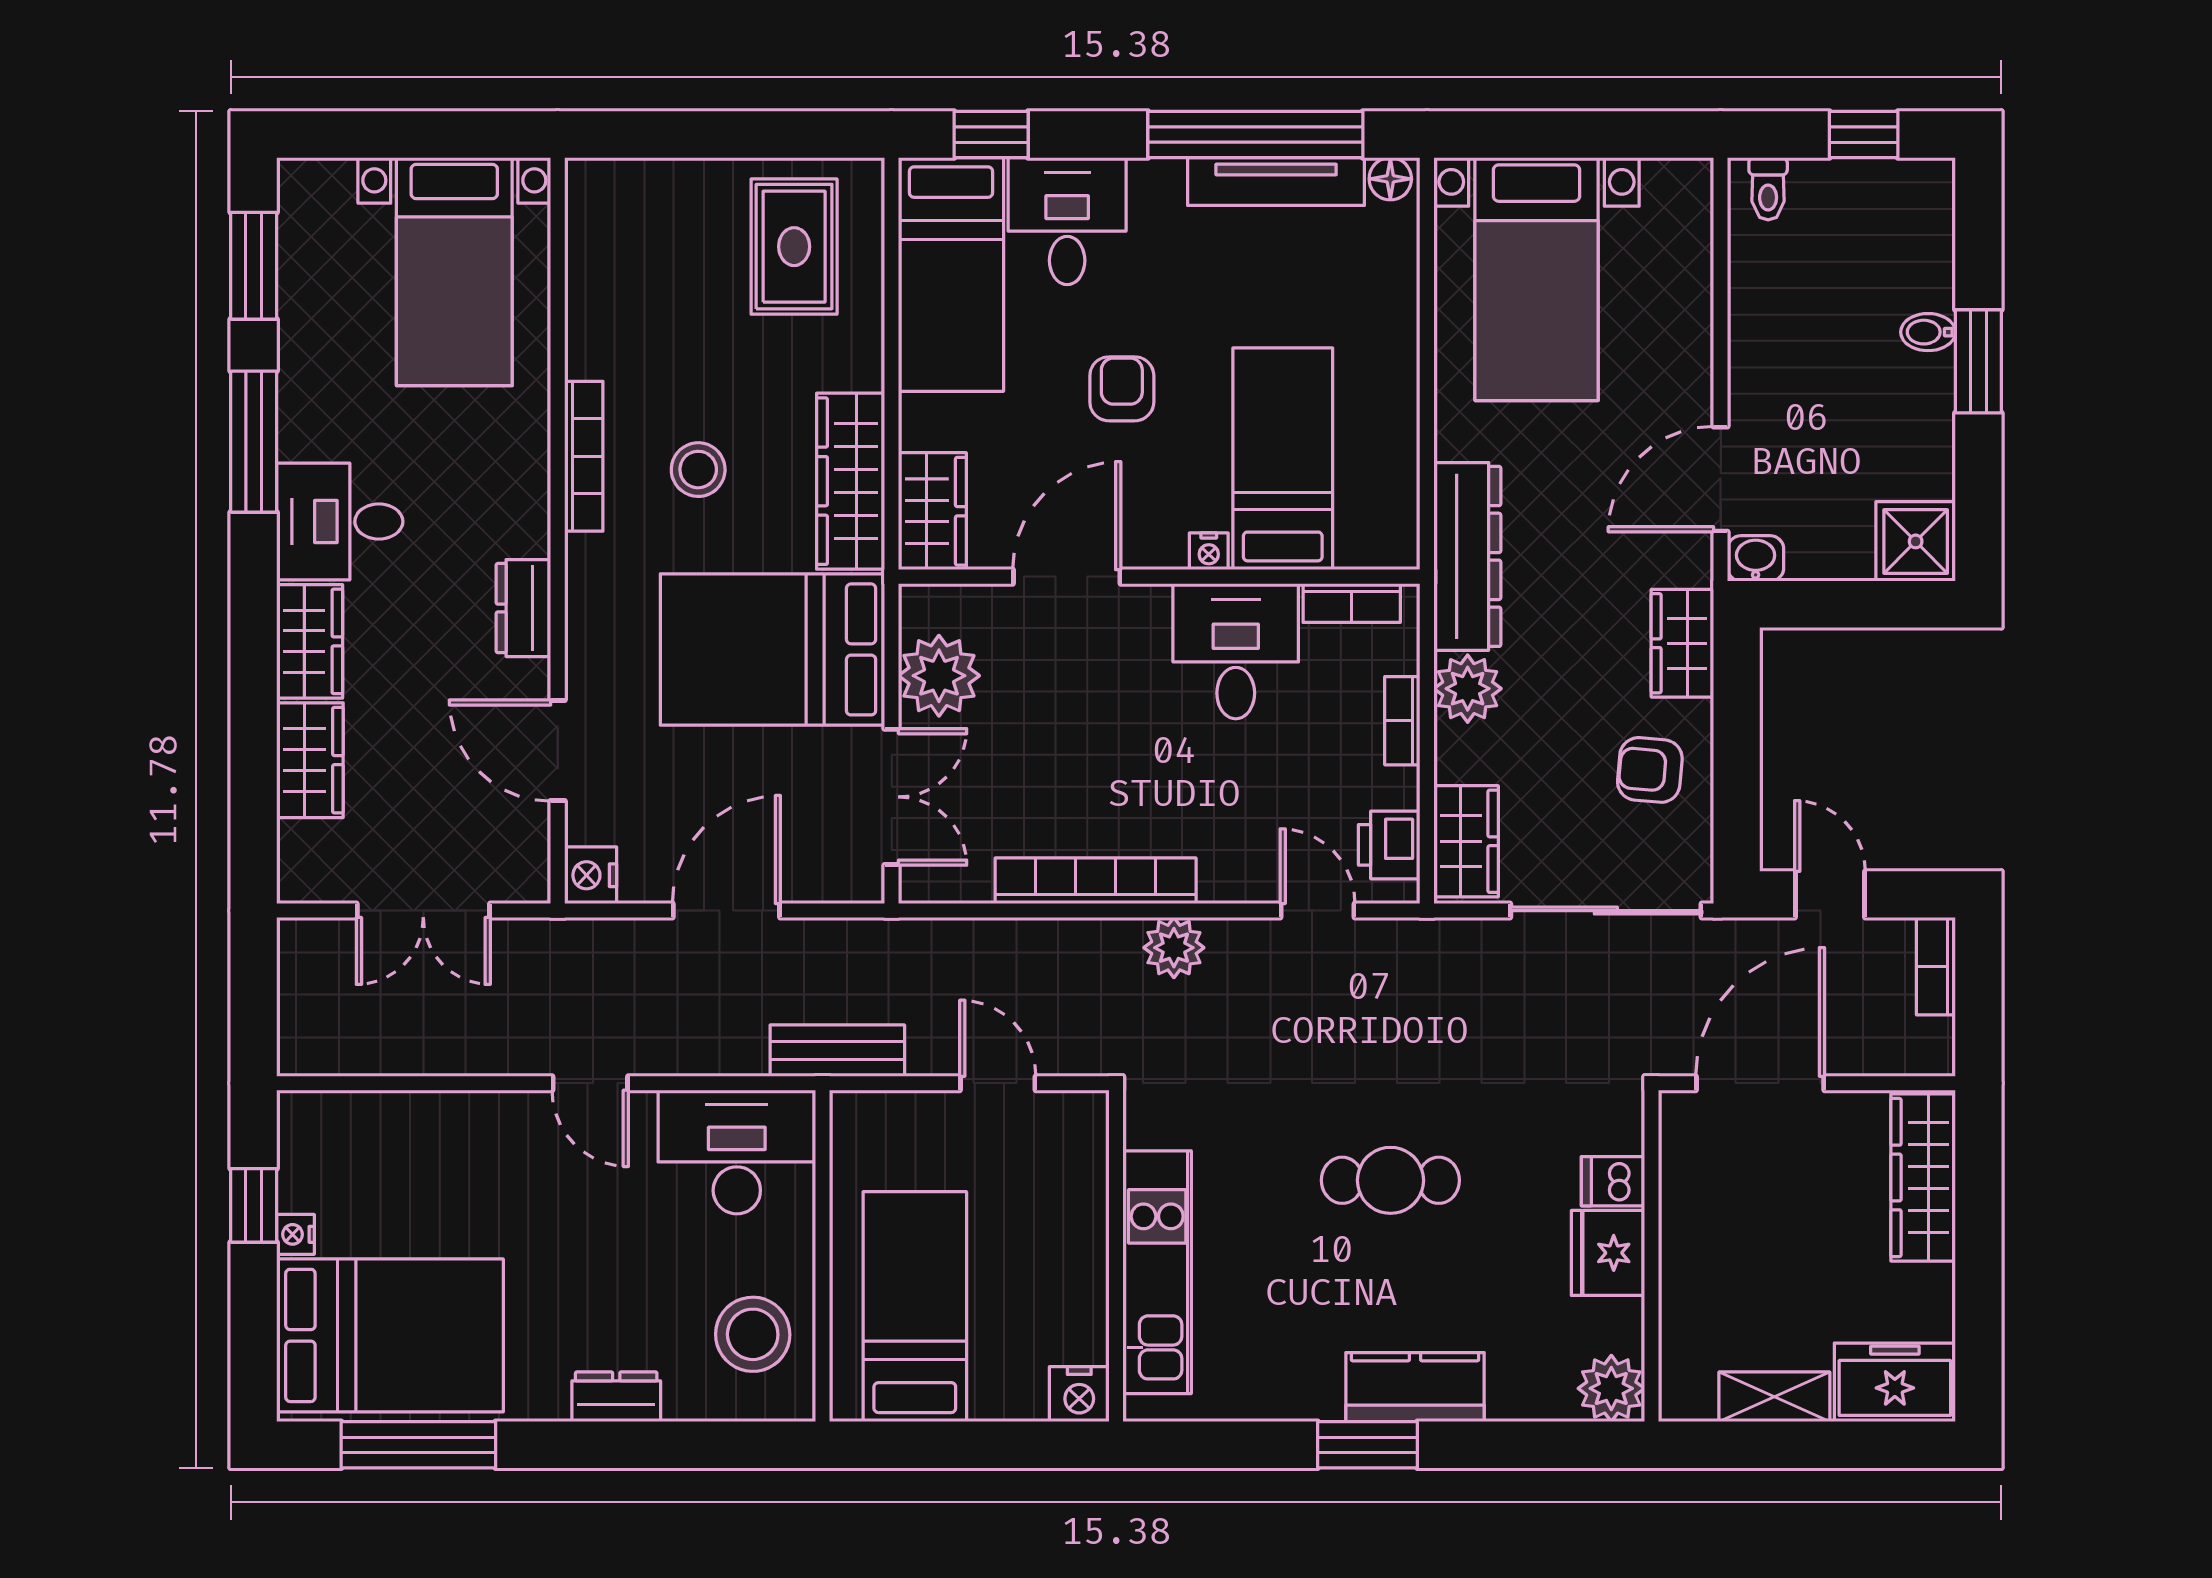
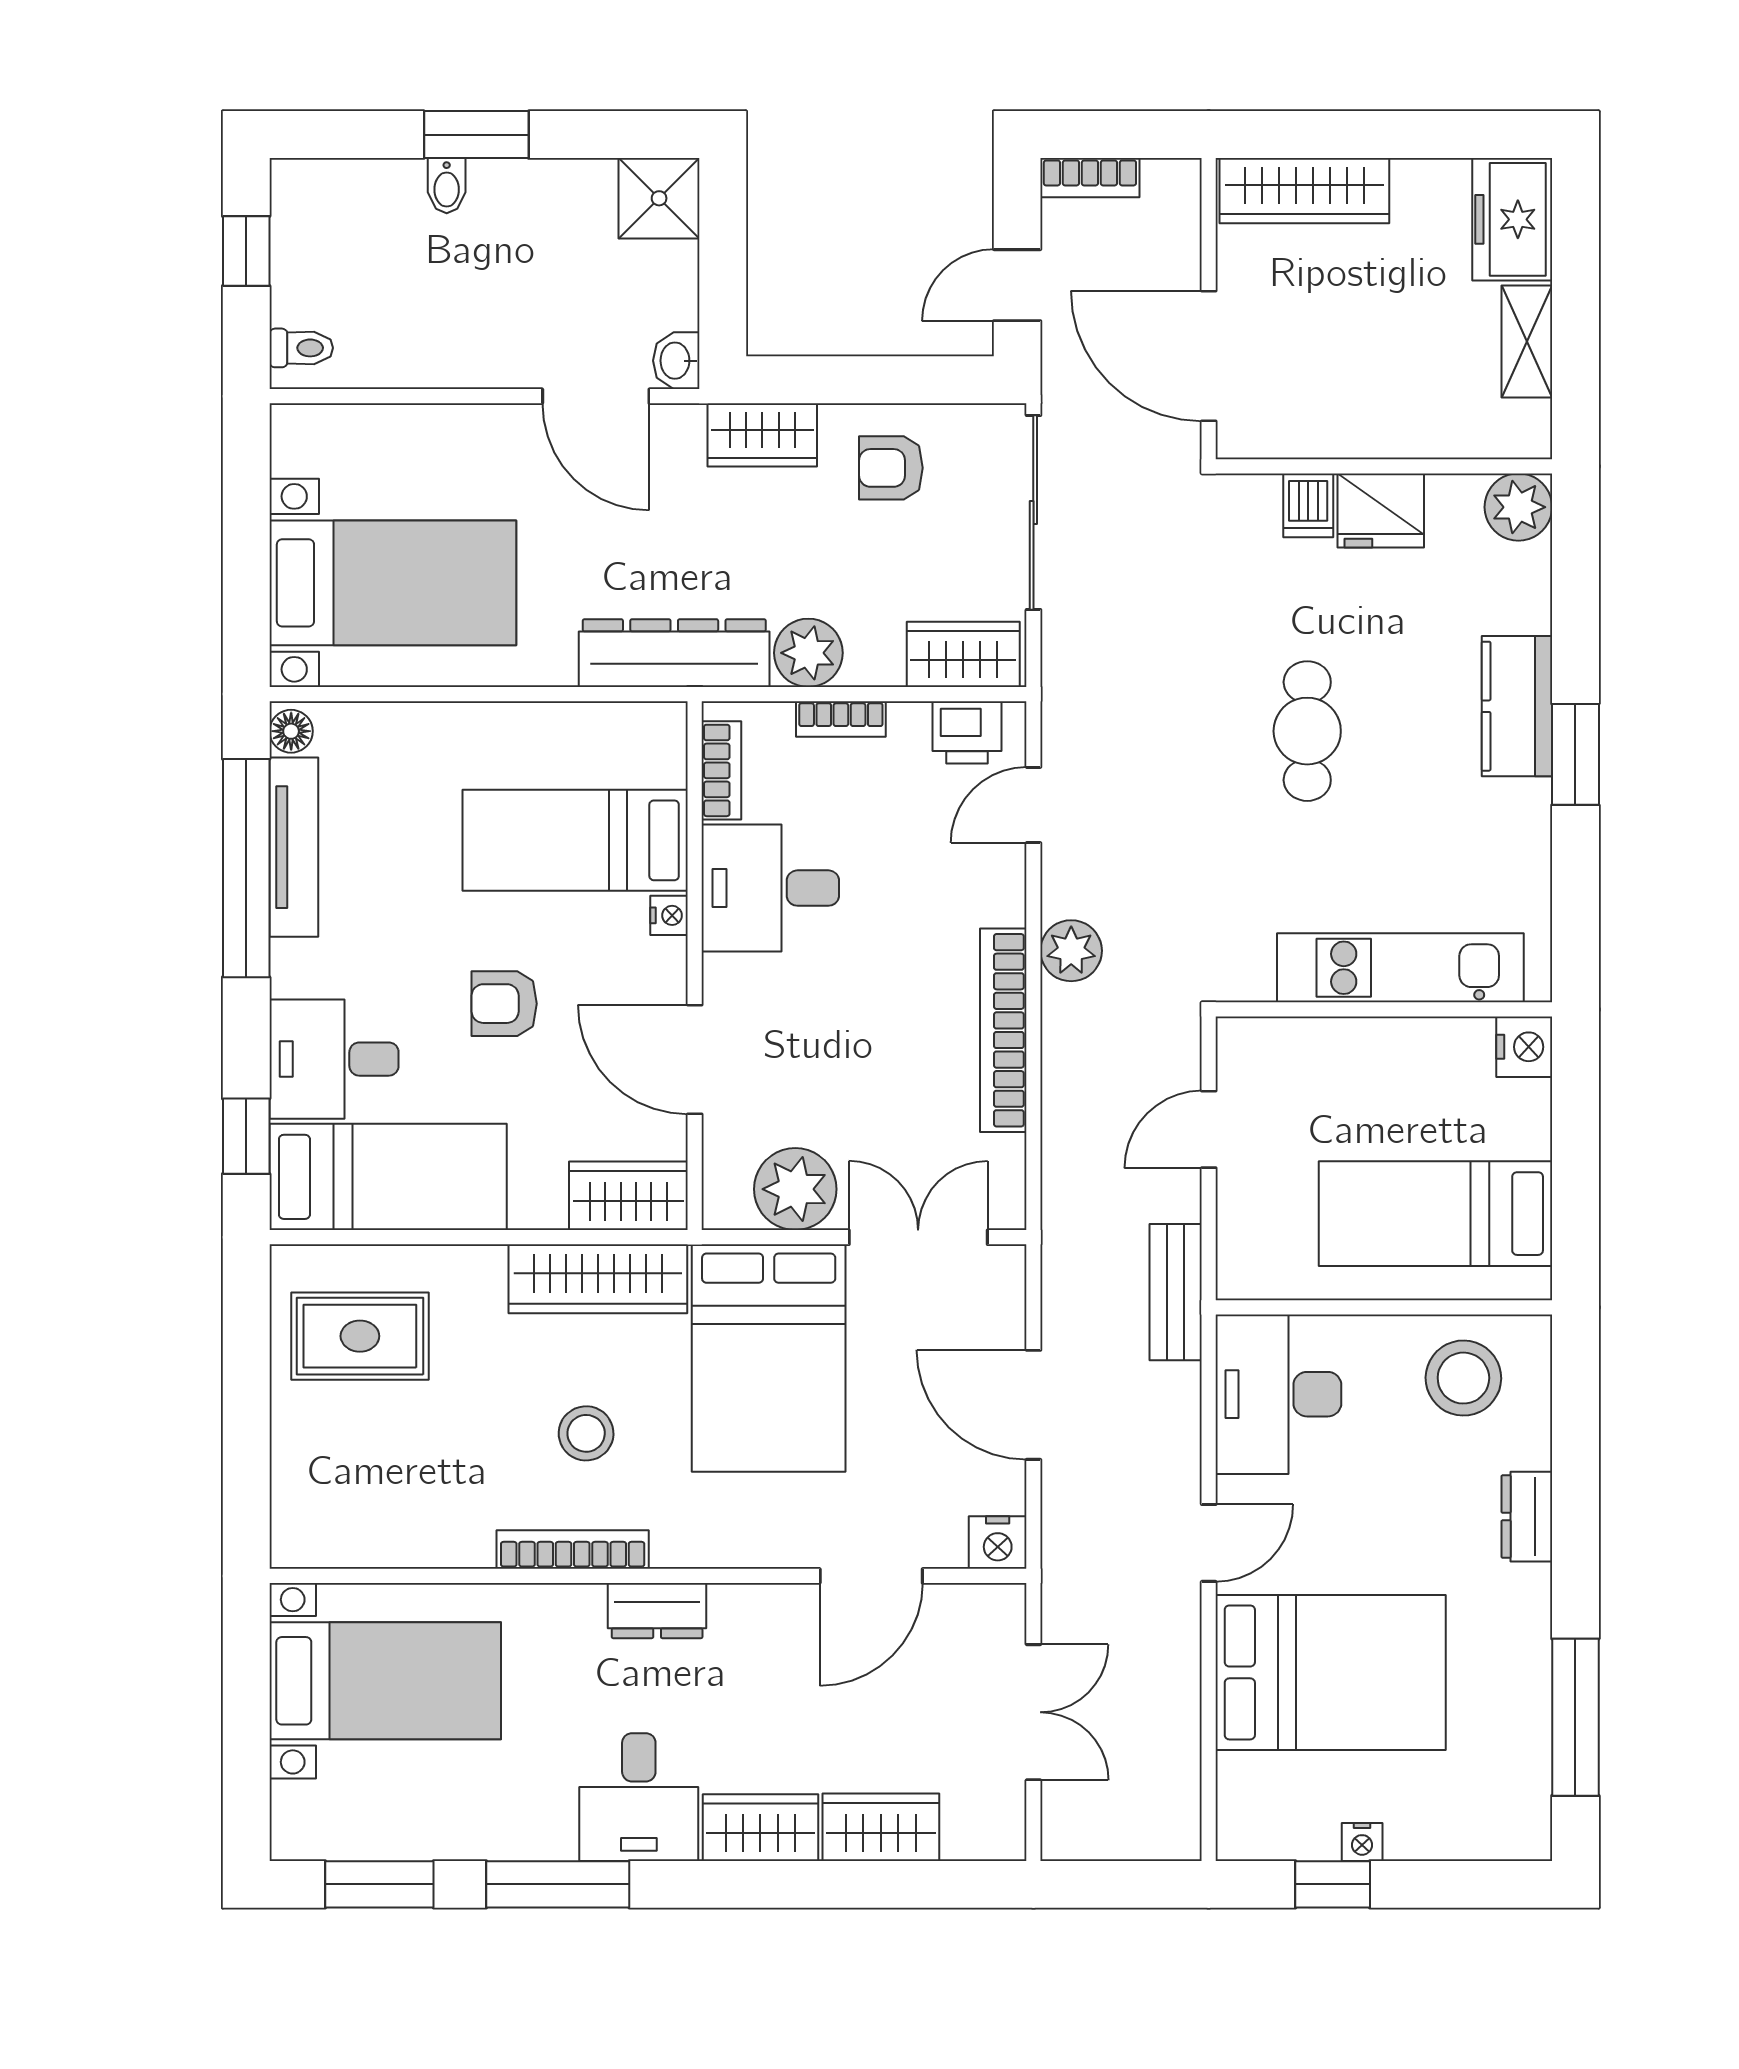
dresser: (523, 608) -> (657, 1611), moved
armchair: (1650, 770) -> (891, 468), turned 85
bed: (390, 1335) -> (1331, 1672), moved, turned 90

